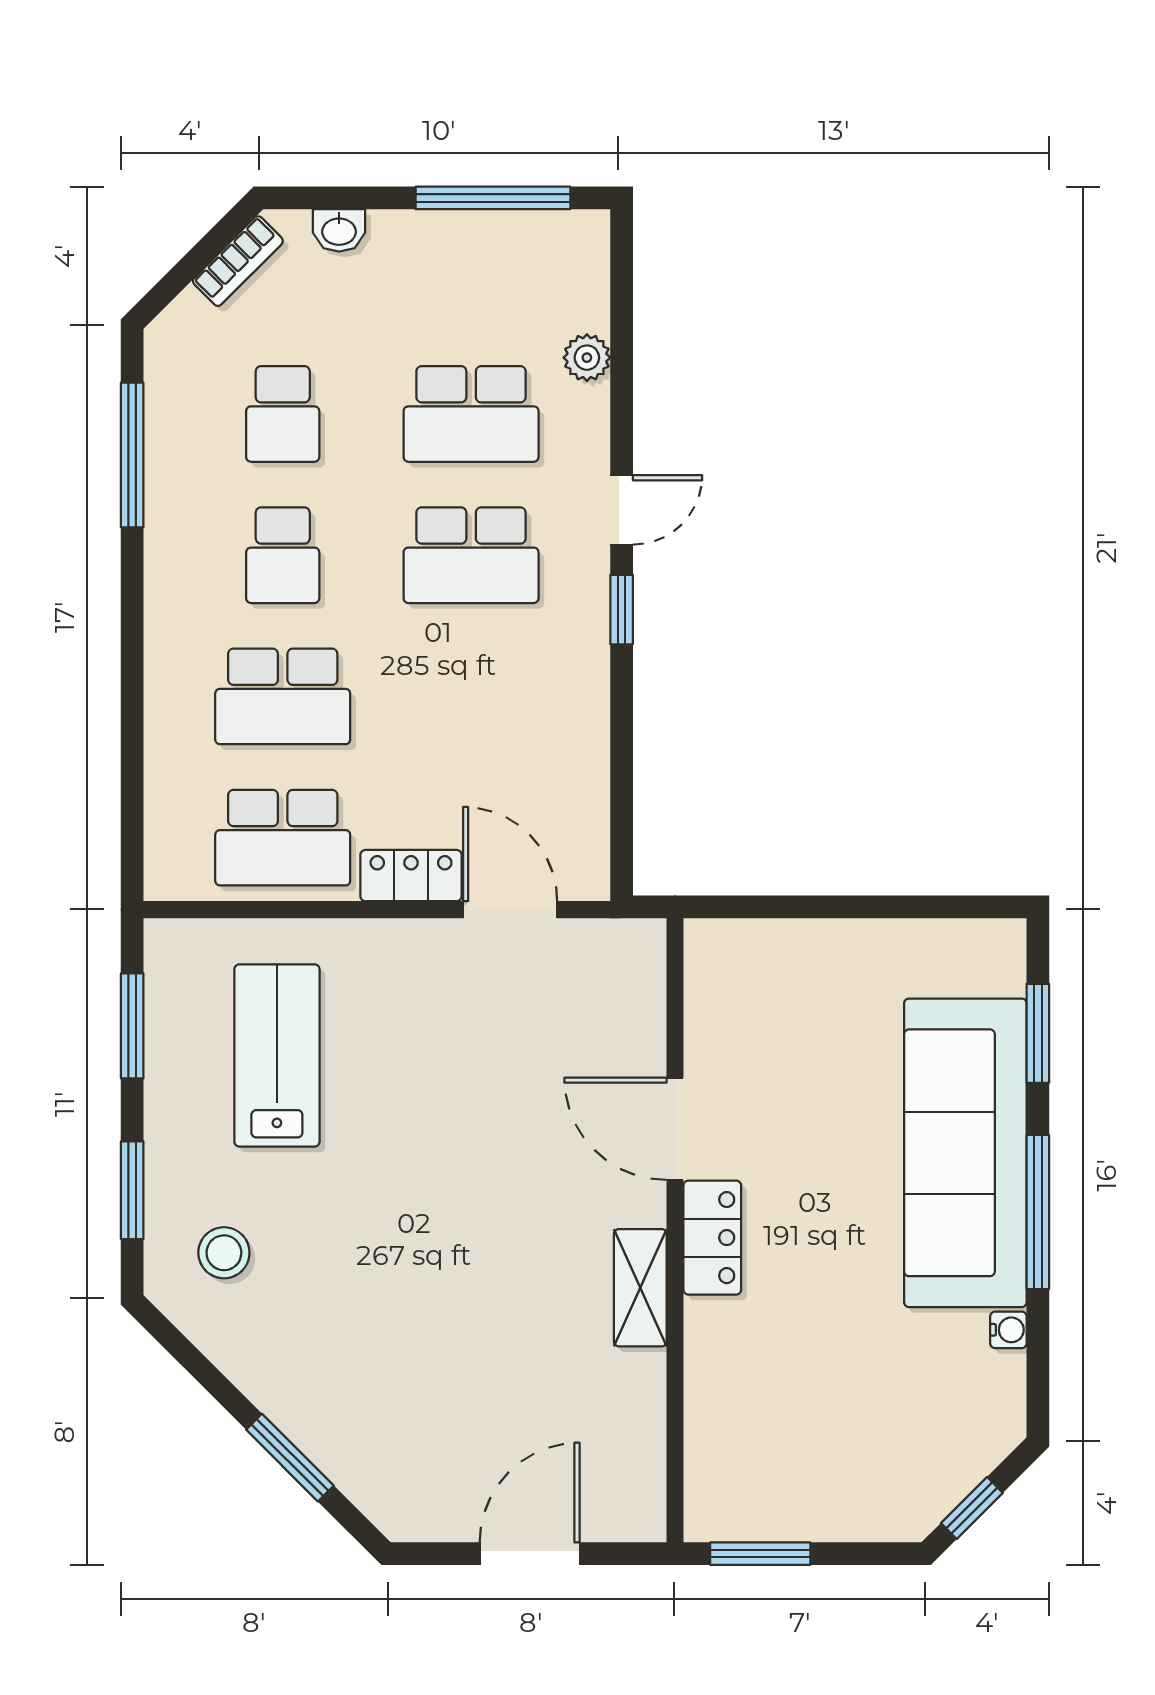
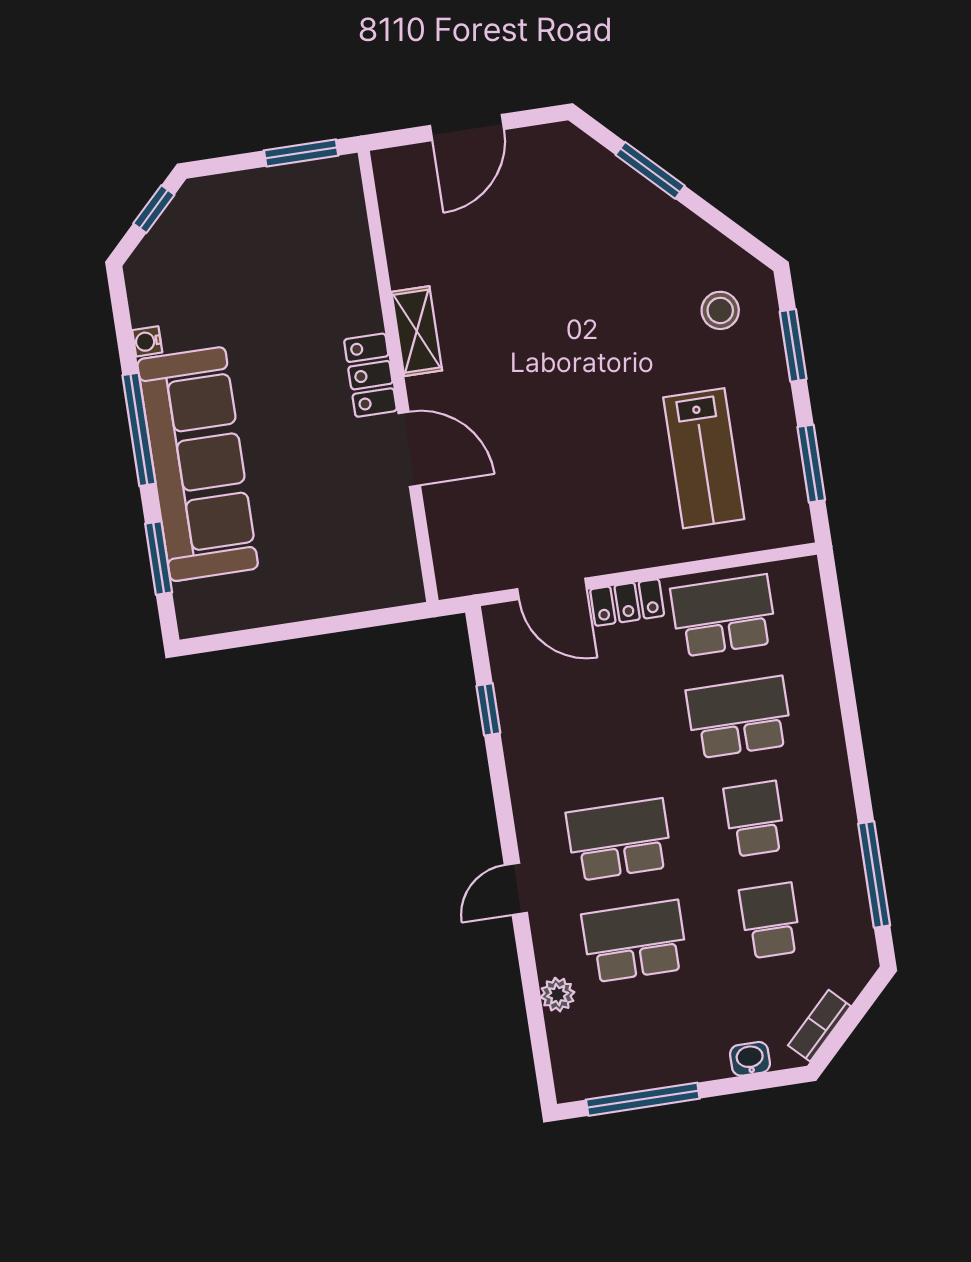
window: (622, 610) -> (488, 709), moved

